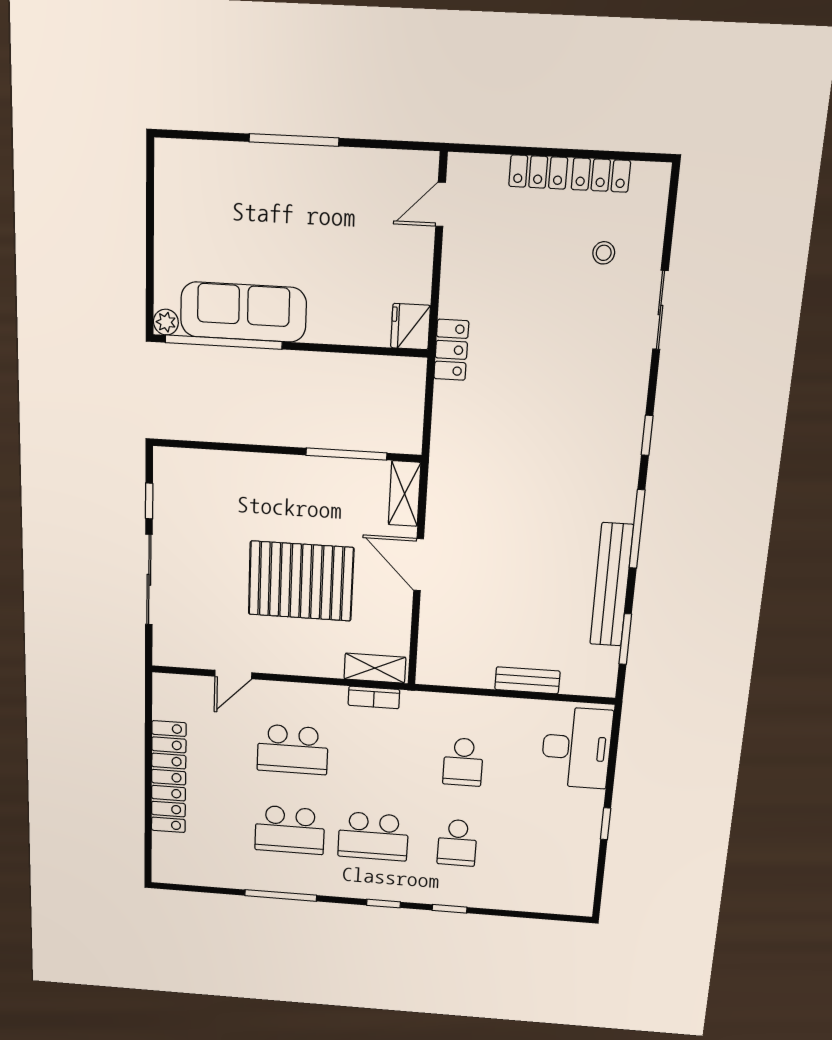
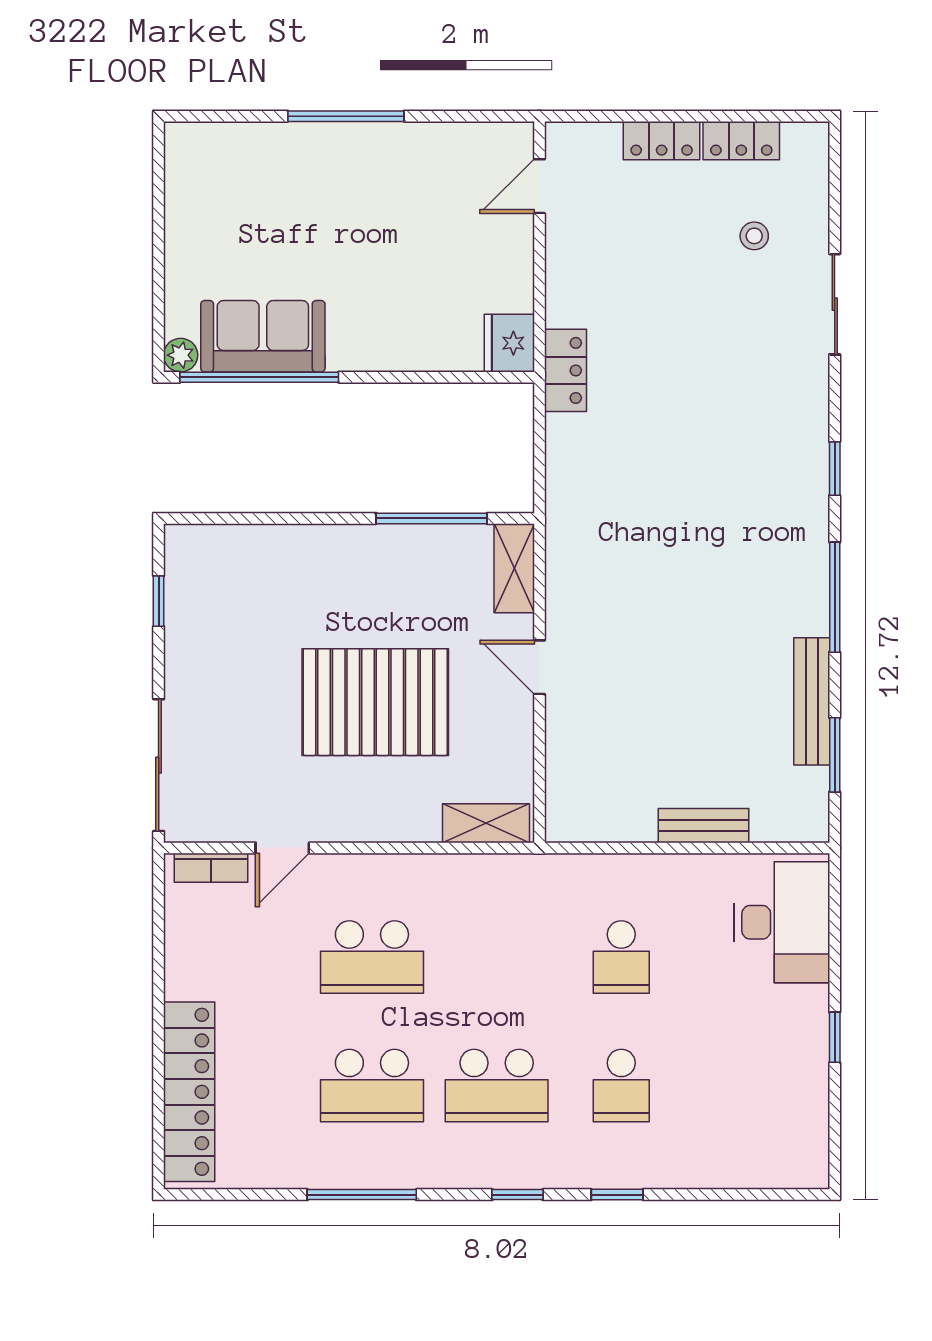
sofa: (243, 312) -> (263, 336), width x0.73
door: (419, 565) -> (539, 667), width x0.73
sliding door: (149, 580) -> (159, 765), moved
bench: (612, 585) -> (812, 701), width x0.73, depth x0.82
bookcase: (374, 697) -> (211, 868), moved
locker: (169, 777) -> (189, 1092), moved

